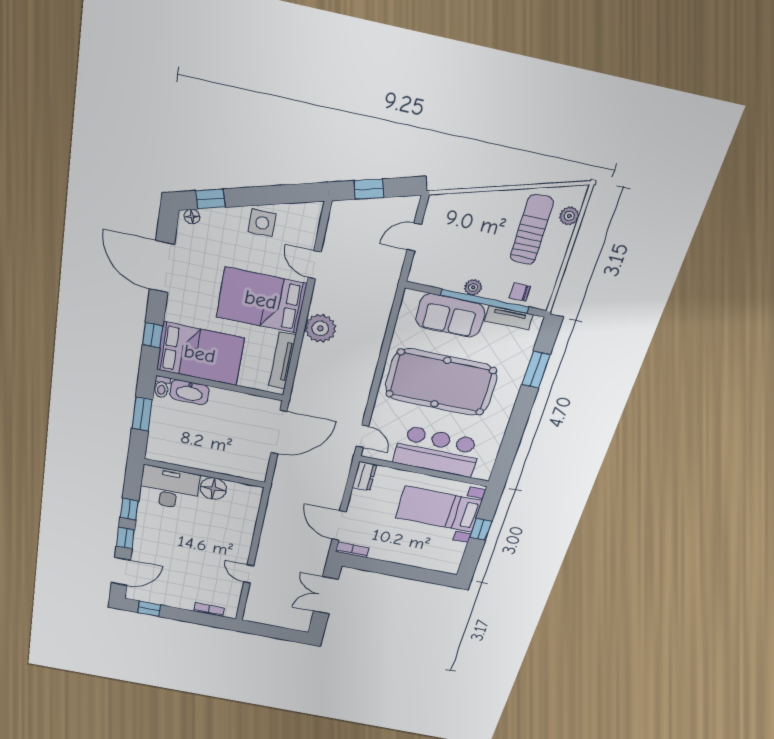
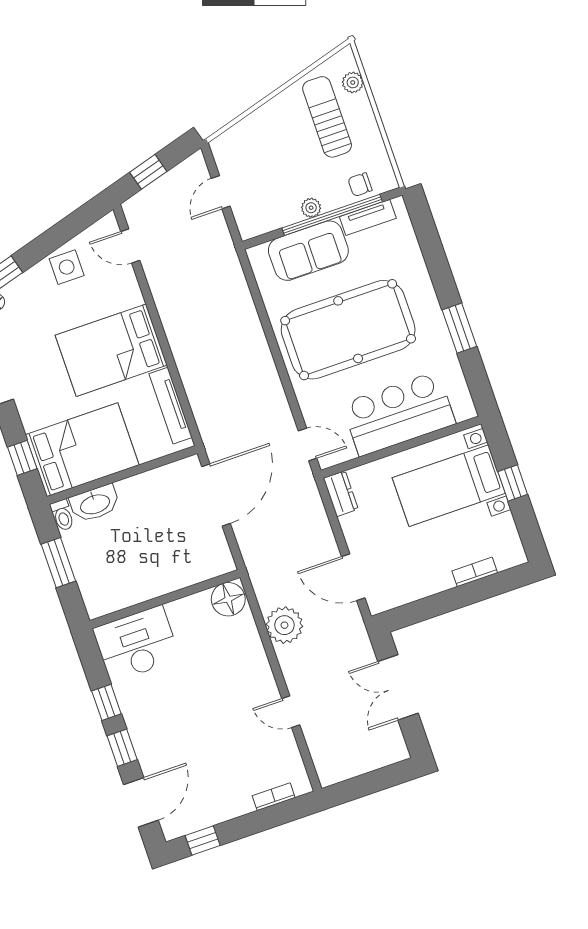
door: (314, 265) -> (130, 246), moved
plant: (320, 328) -> (284, 625), moved
window: (536, 370) -> (459, 328), moved
floor lamp: (213, 489) -> (228, 599), moved
bookcase: (352, 550) -> (475, 572), moved

